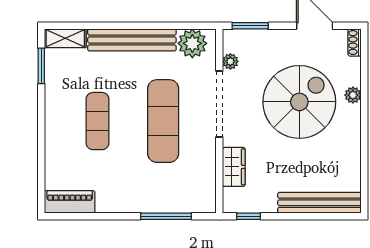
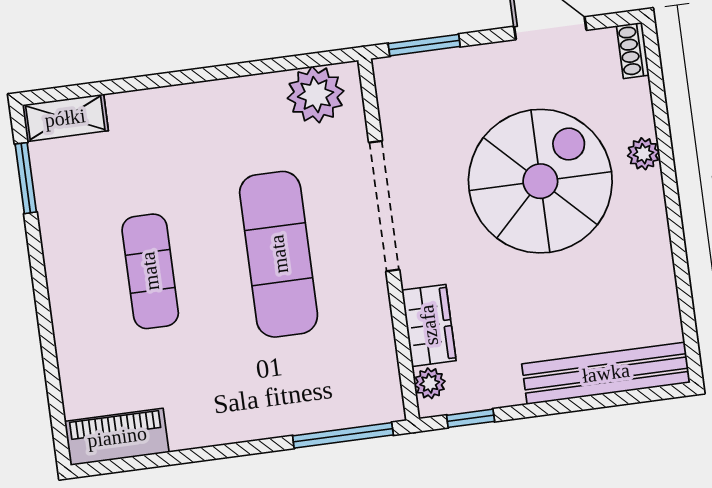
bench: (132, 40) -> (196, 104), removed
plant: (230, 61) -> (430, 383), moved
window: (166, 216) -> (343, 435), moved

